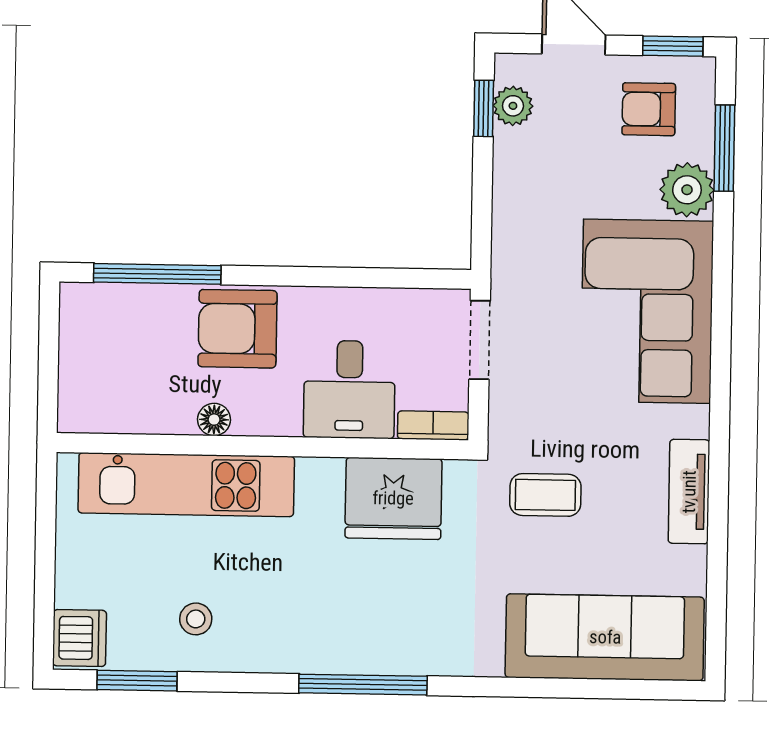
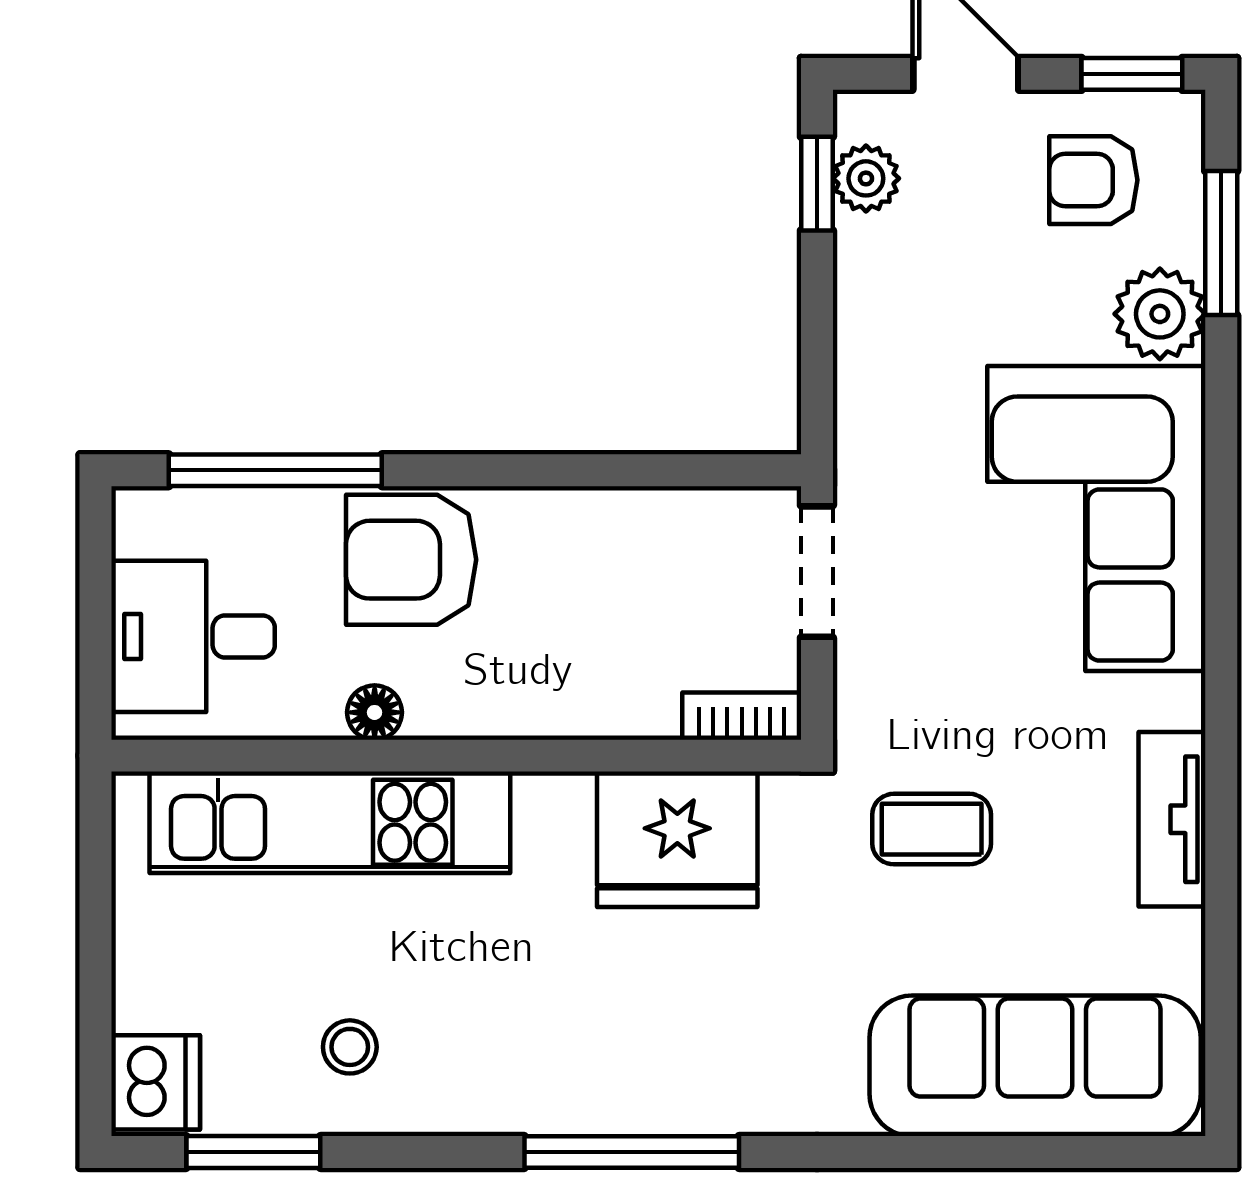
desk: (349, 389) -> (193, 636), moved, turned 90

